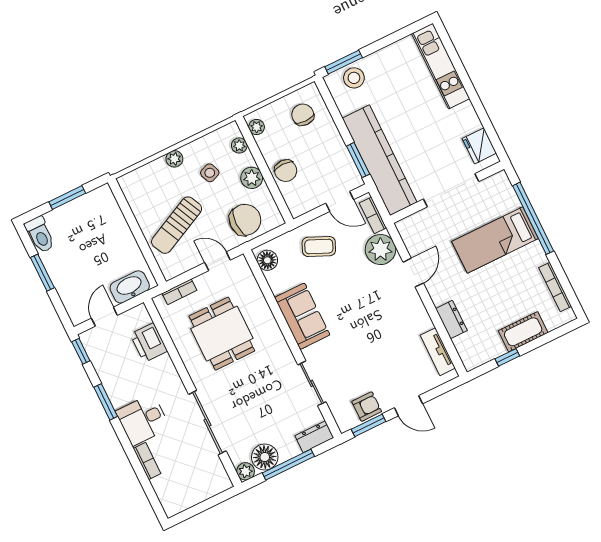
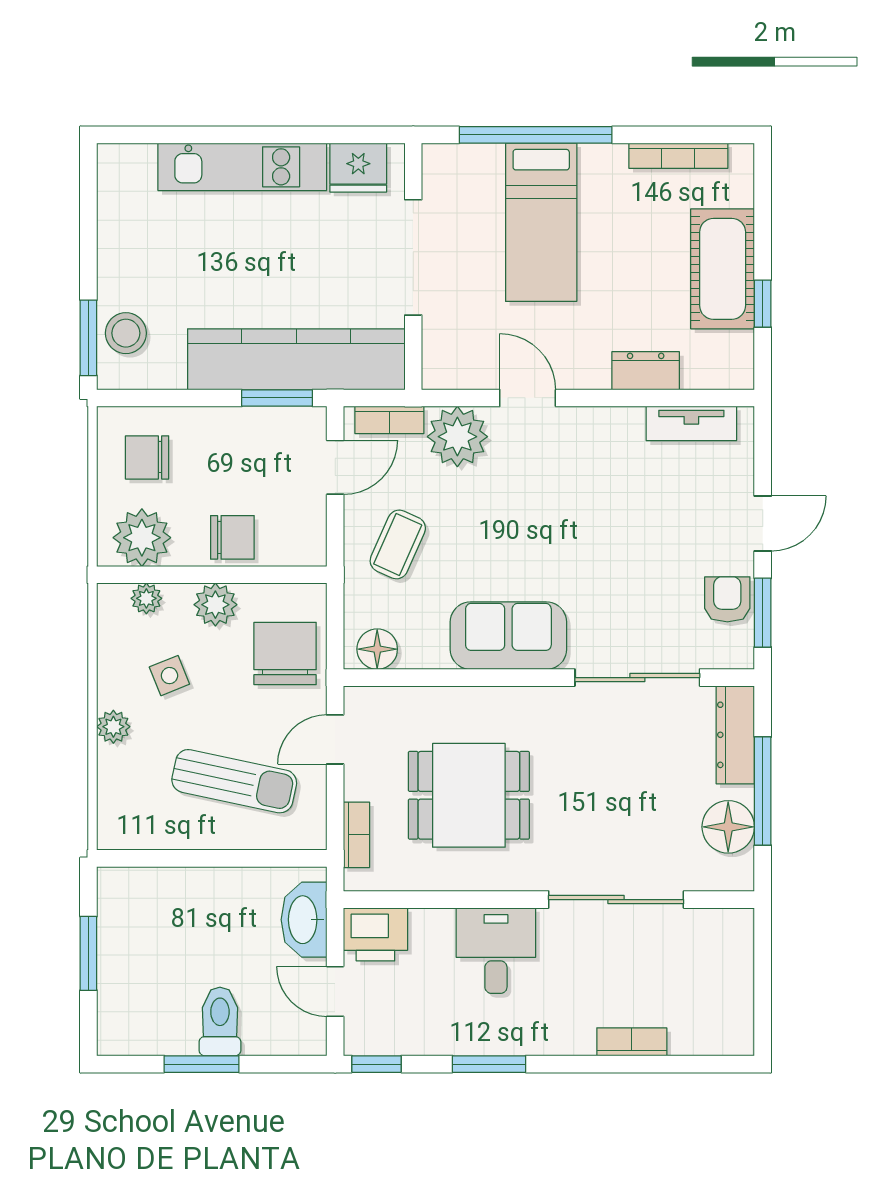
kitchen unit: (441, 66) -> (242, 167), moved
plant: (257, 127) -> (142, 538), width x1.88, depth x1.88
sun lounger: (177, 225) -> (234, 781), turned -52
toilet: (40, 235) -> (220, 1021), moved, turned -90
cot: (523, 332) -> (723, 269), width x1.37, depth x1.34
printer: (149, 343) -> (375, 934), moved
sliding door: (312, 383) -> (637, 678), width x1.37
desk: (143, 420) -> (496, 951), moved, turned 180
dresser: (314, 437) -> (735, 735), width x1.44
plant: (246, 471) -> (737, 874), removed

